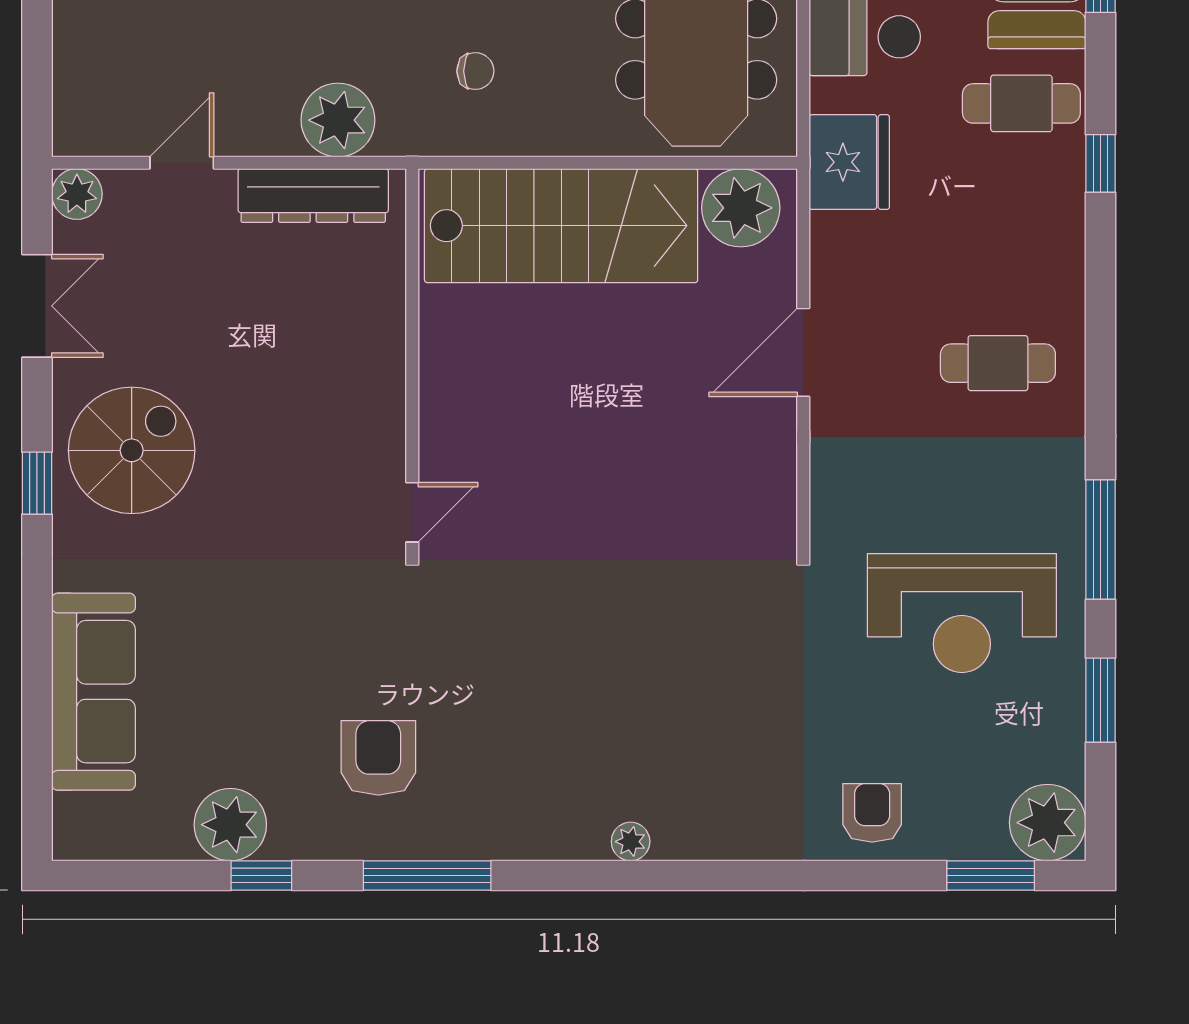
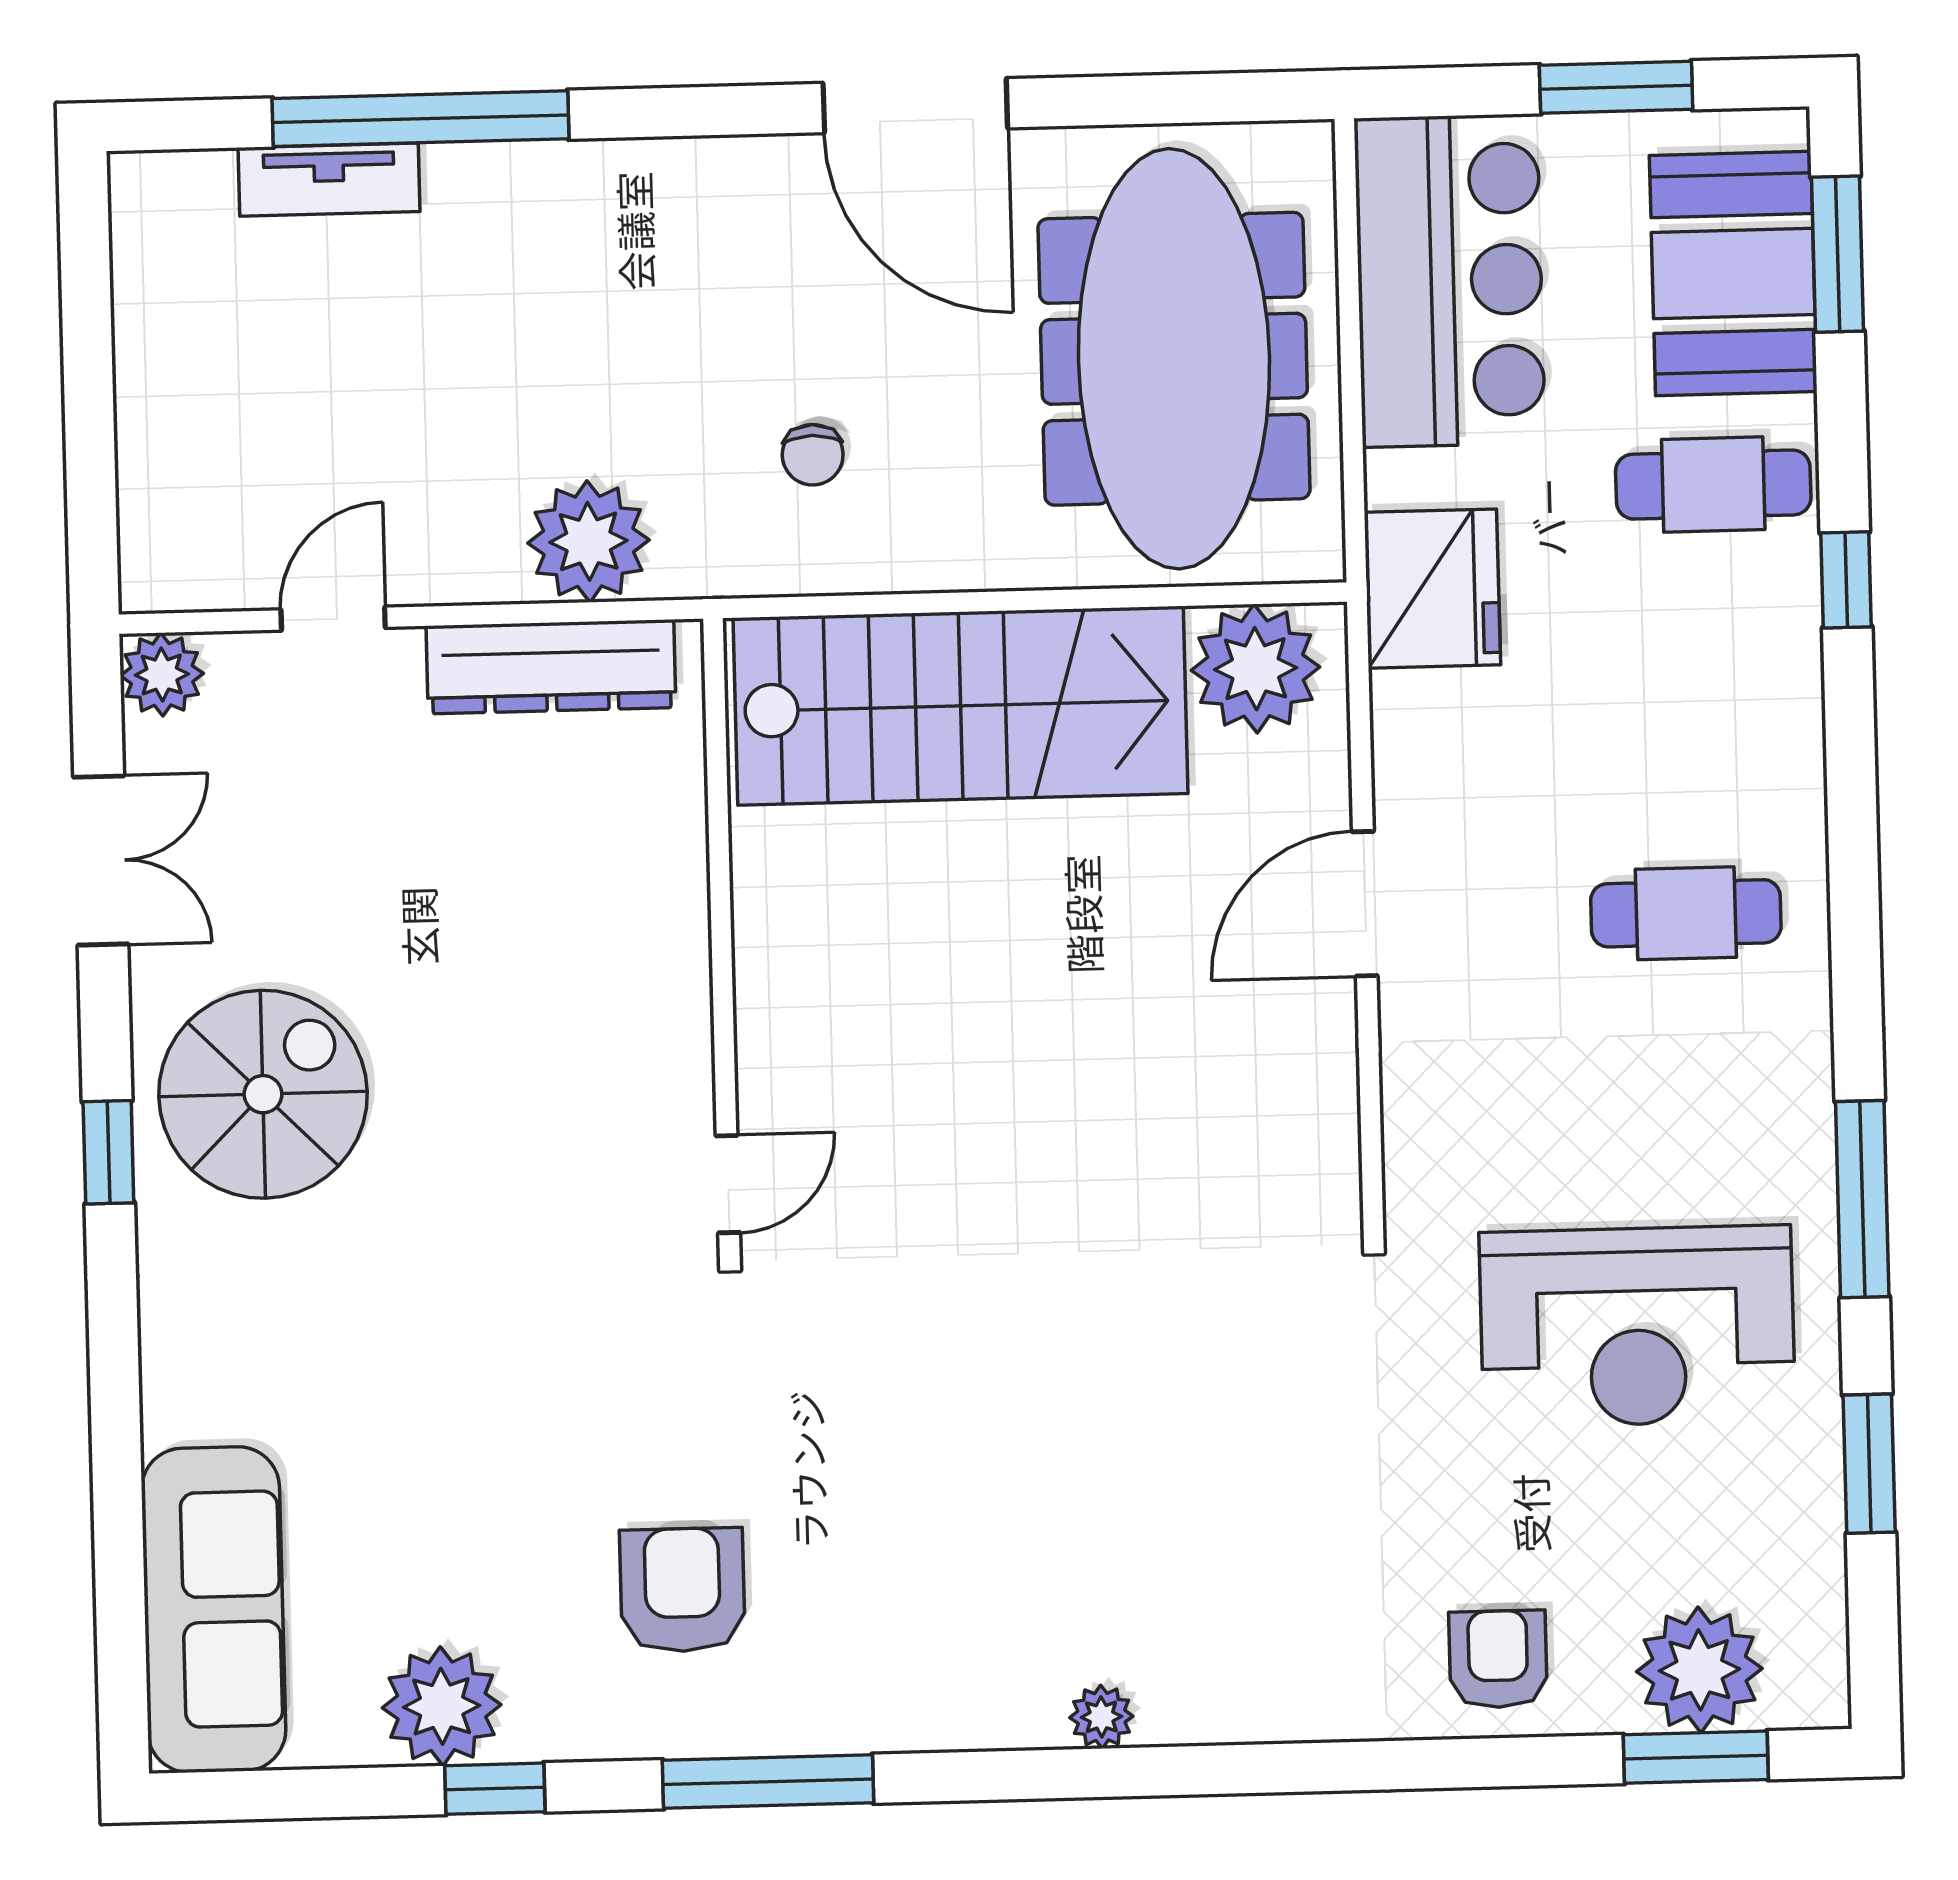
chair: (475, 71) -> (813, 455), turned 90
sofa: (93, 692) -> (214, 1610), moved
plant: (1048, 823) -> (1699, 1670), moved

